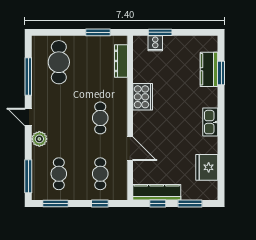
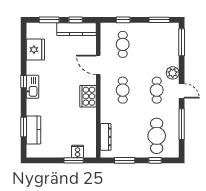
window: (61, 32) -> (155, 160), added
cooker: (143, 97) -> (88, 96), moved
window: (221, 128) -> (24, 82), added
cafe table: (59, 174) -> (157, 90), moved

